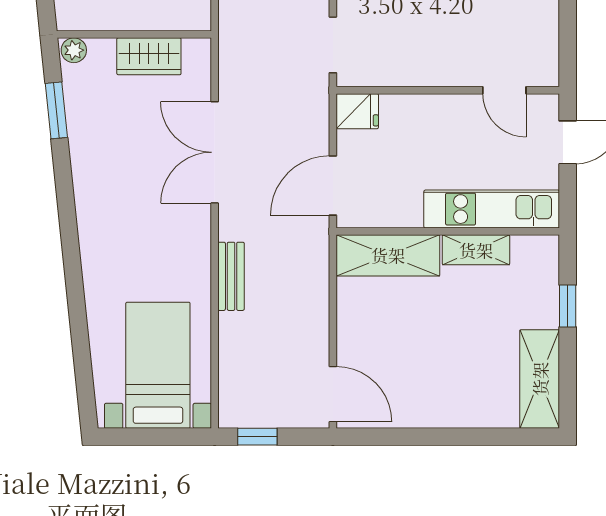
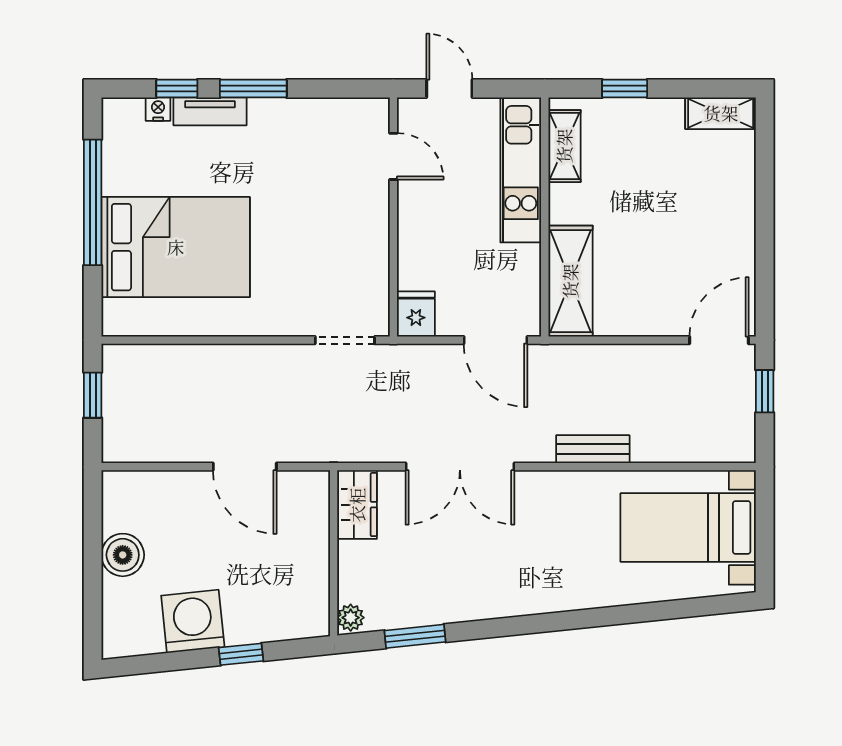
wardrobe: (149, 56) -> (357, 505), moved
door: (504, 90) -> (393, 156), hinge flipped
shelving: (476, 250) -> (564, 146), moved
shelving: (540, 379) -> (721, 113), width x0.67, depth x0.75
window: (257, 437) -> (765, 391), moved

